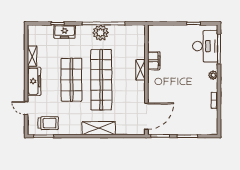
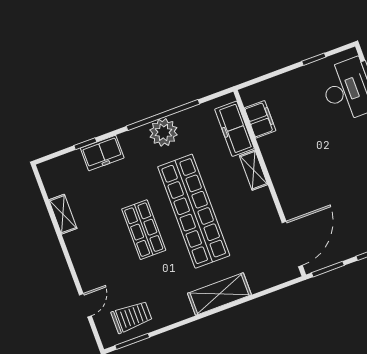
filing cabinet: (154, 61) -> (260, 119), moved
shop shelf: (71, 80) -> (144, 230), width x0.70, depth x0.74
freezer: (34, 81) -> (235, 129), moved, turned 180
door: (26, 108) -> (85, 305), swing flipped

